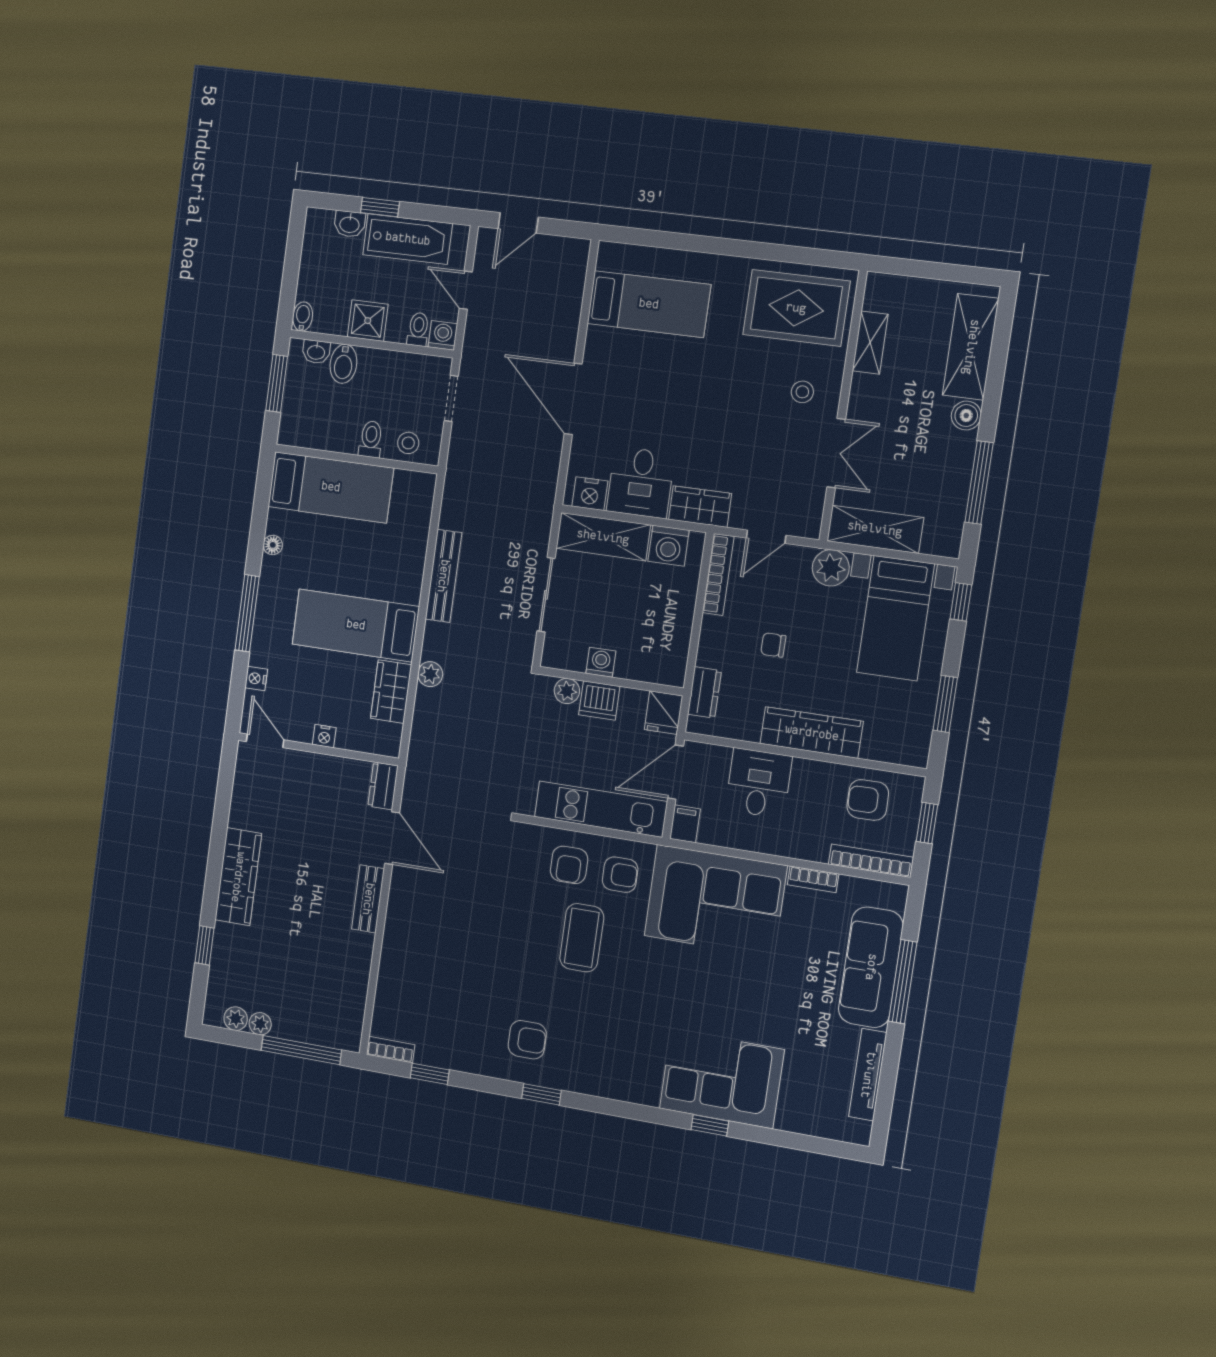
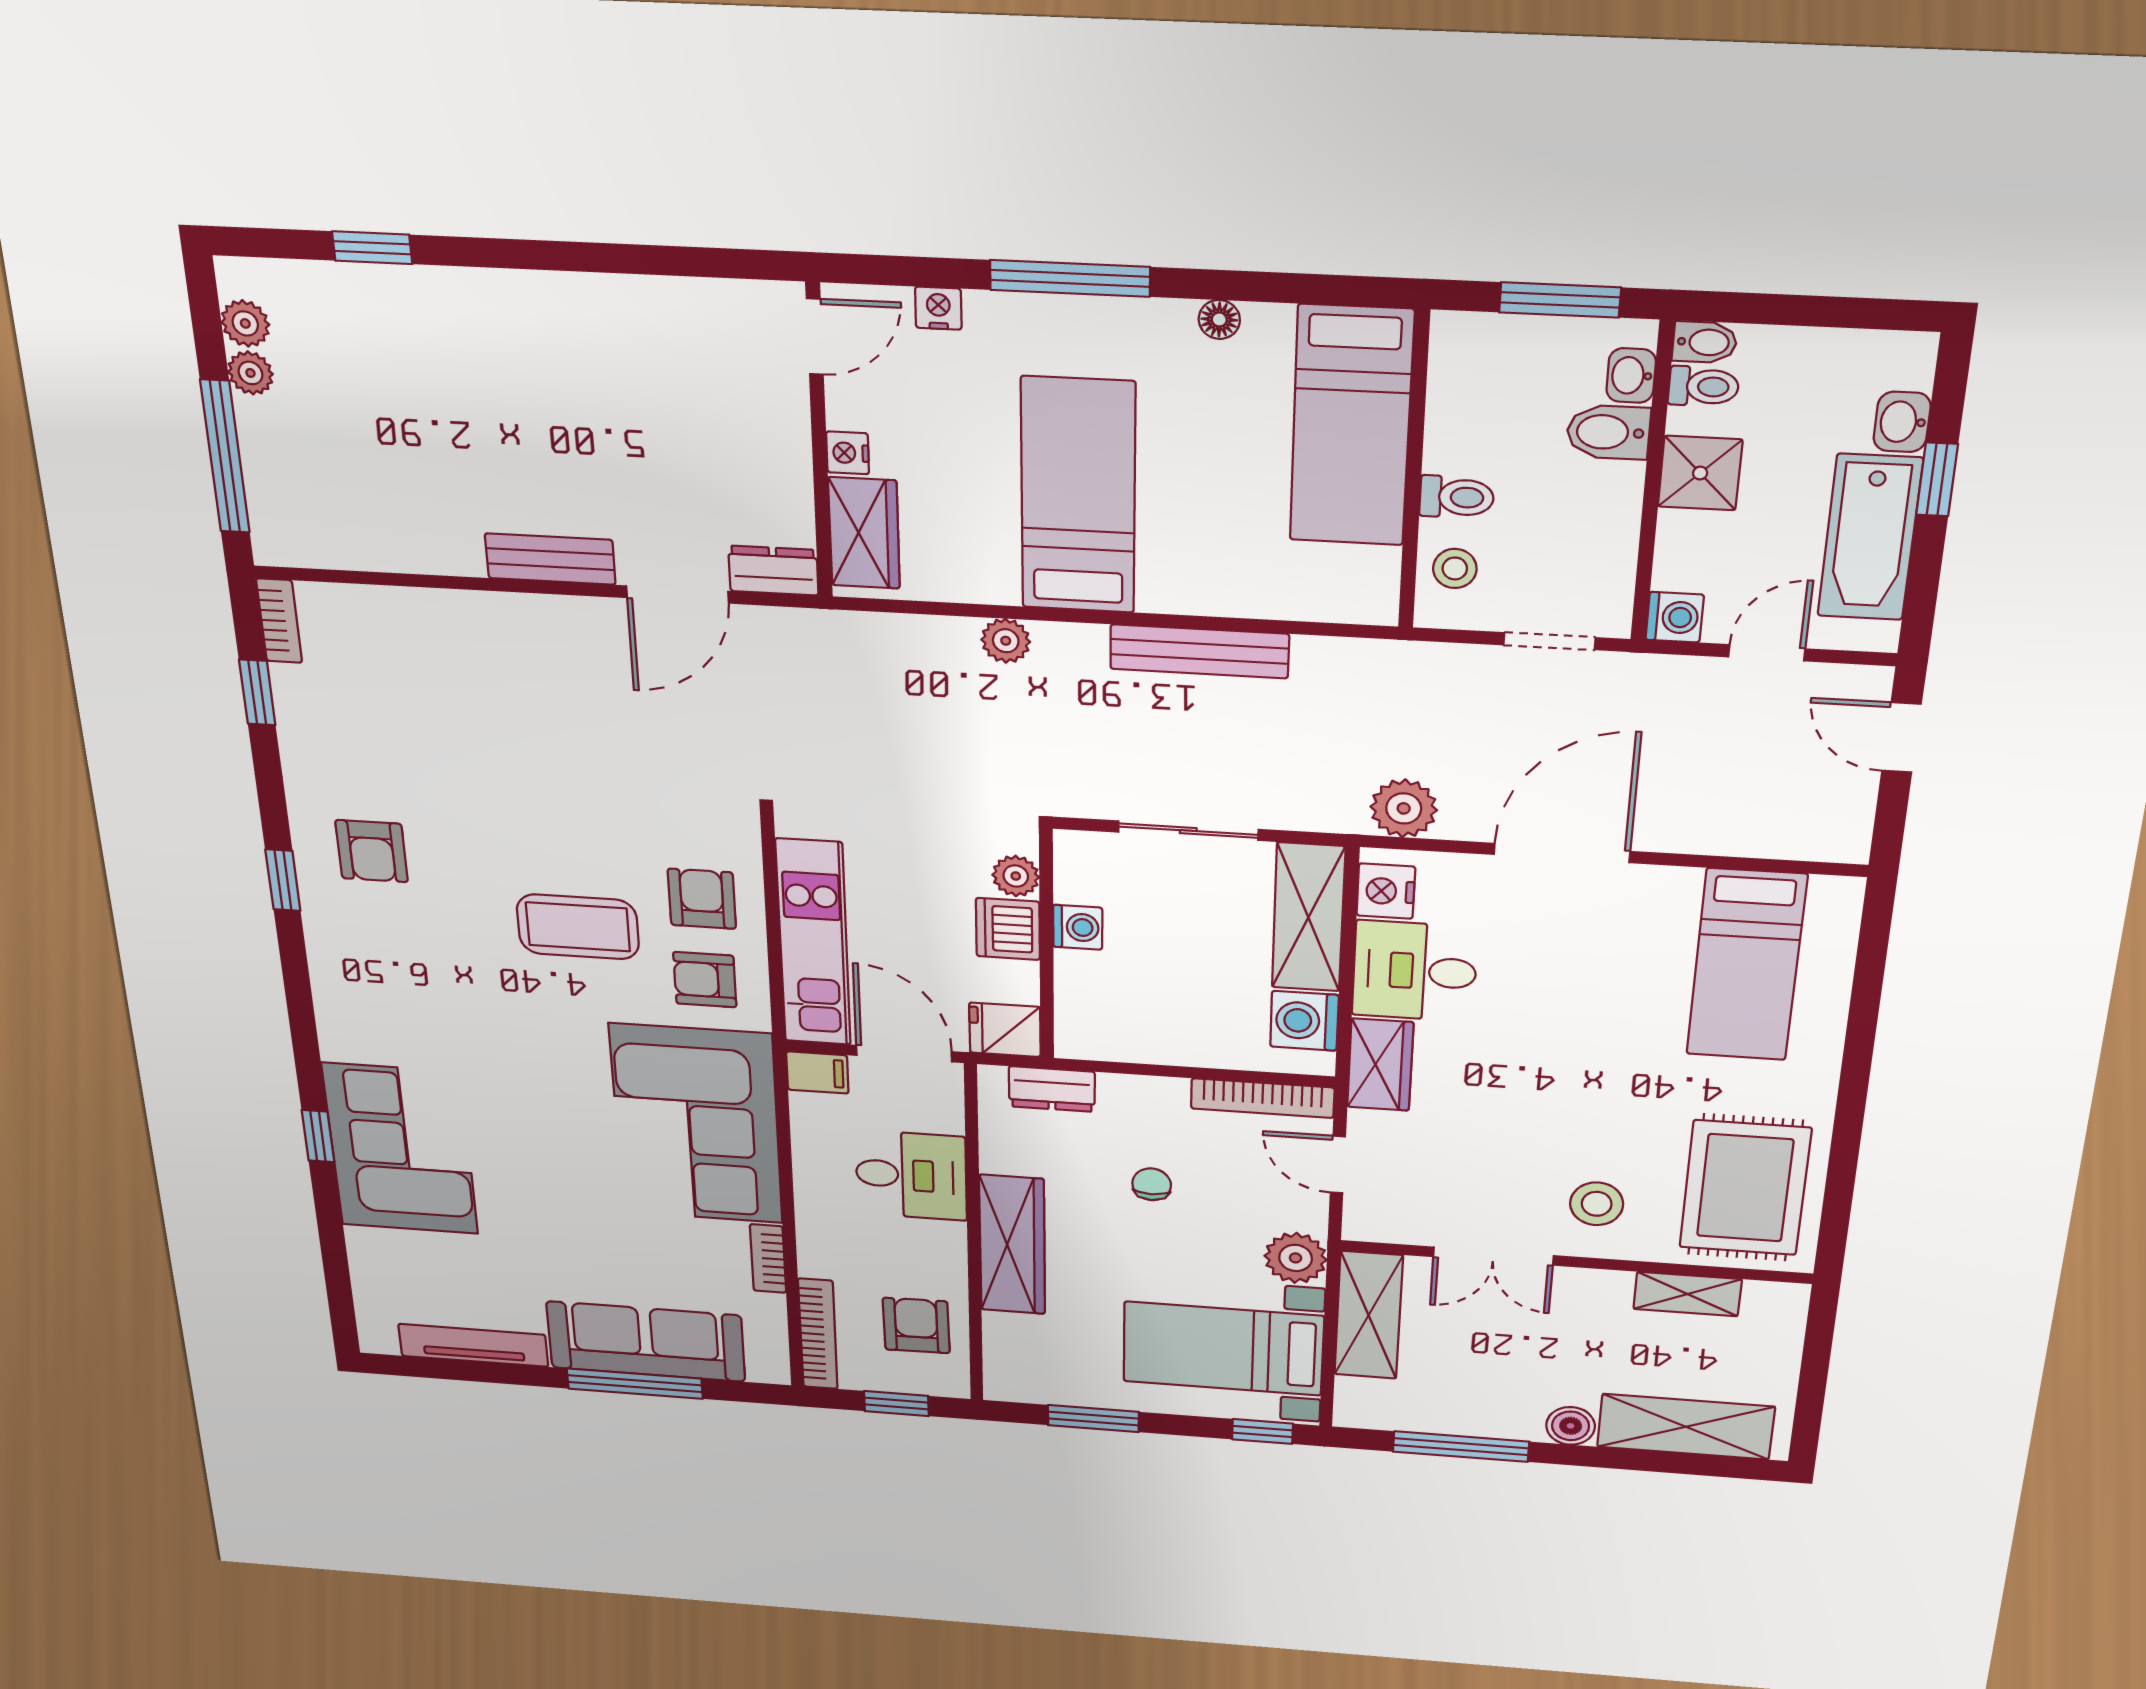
toilet: (418, 329) -> (1704, 386), moved
stool: (802, 392) -> (1597, 1204), width x1.37, depth x1.37
plant: (541, 480) -> (1404, 808), added
wardrobe: (391, 692) -> (864, 533), moved, turned 90
armchair: (569, 865) -> (702, 899), turned 90
armchair: (620, 875) -> (705, 980), turned 90
wardrobe: (238, 877) -> (528, 305), removed

